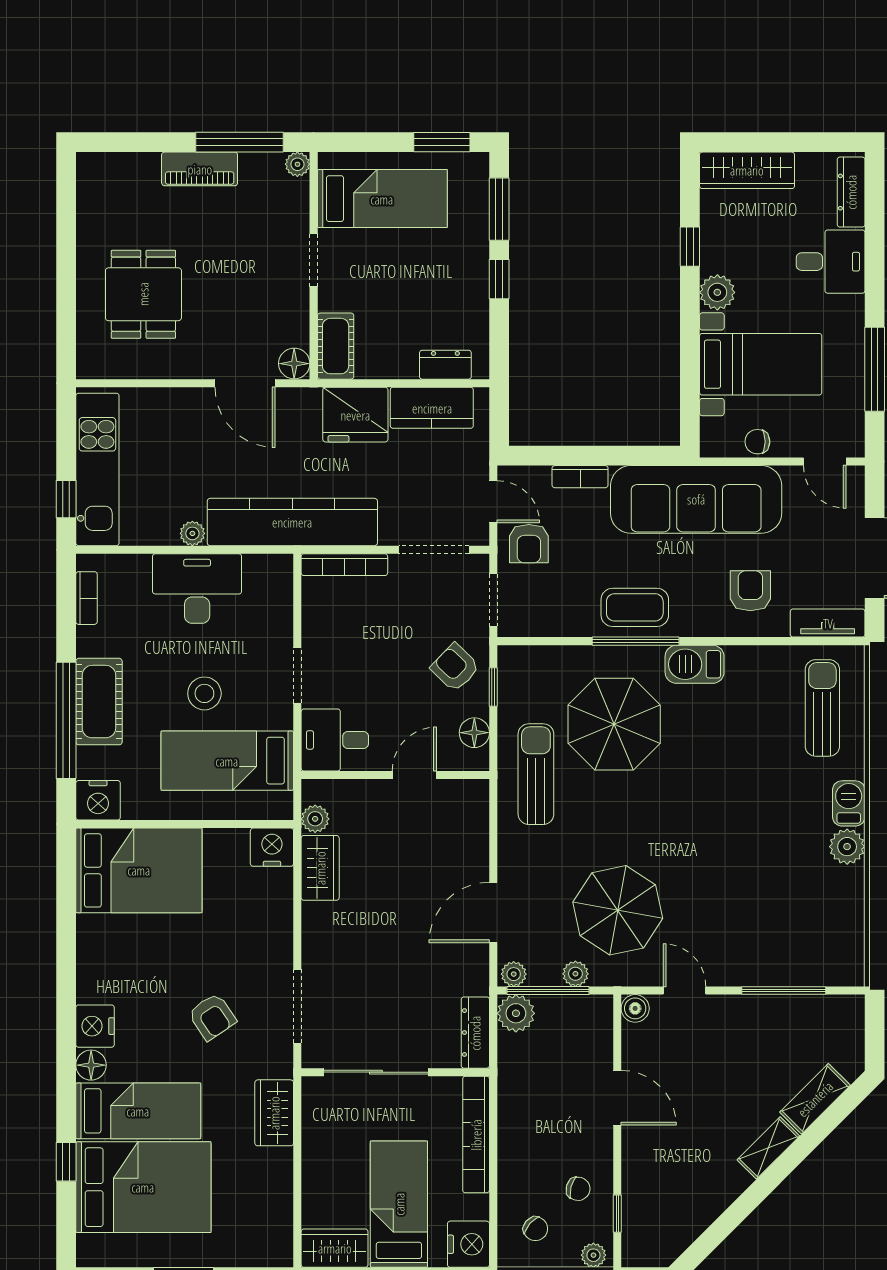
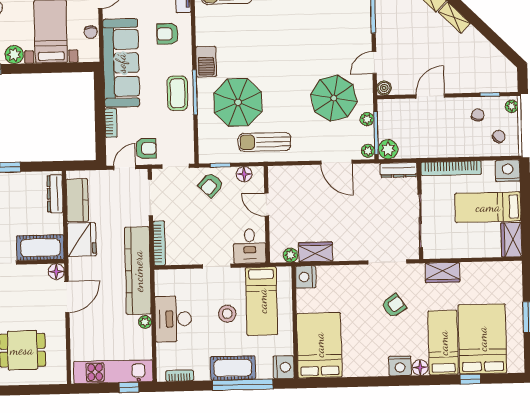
cot: (336, 346) -> (40, 248), width x1.37, depth x1.34
dresser: (445, 365) -> (55, 194), width x1.44

